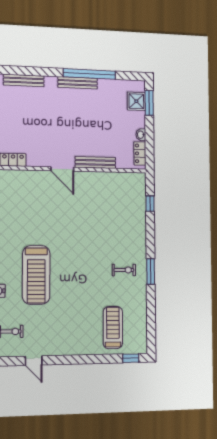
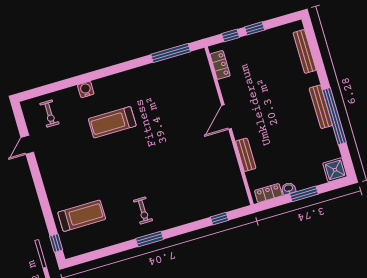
shower: (136, 101) -> (335, 170), moved
window: (149, 103) -> (304, 194), moved
bench: (95, 162) -> (246, 155), width x0.73
treadmill: (36, 275) -> (112, 122), width x0.73, depth x0.73

